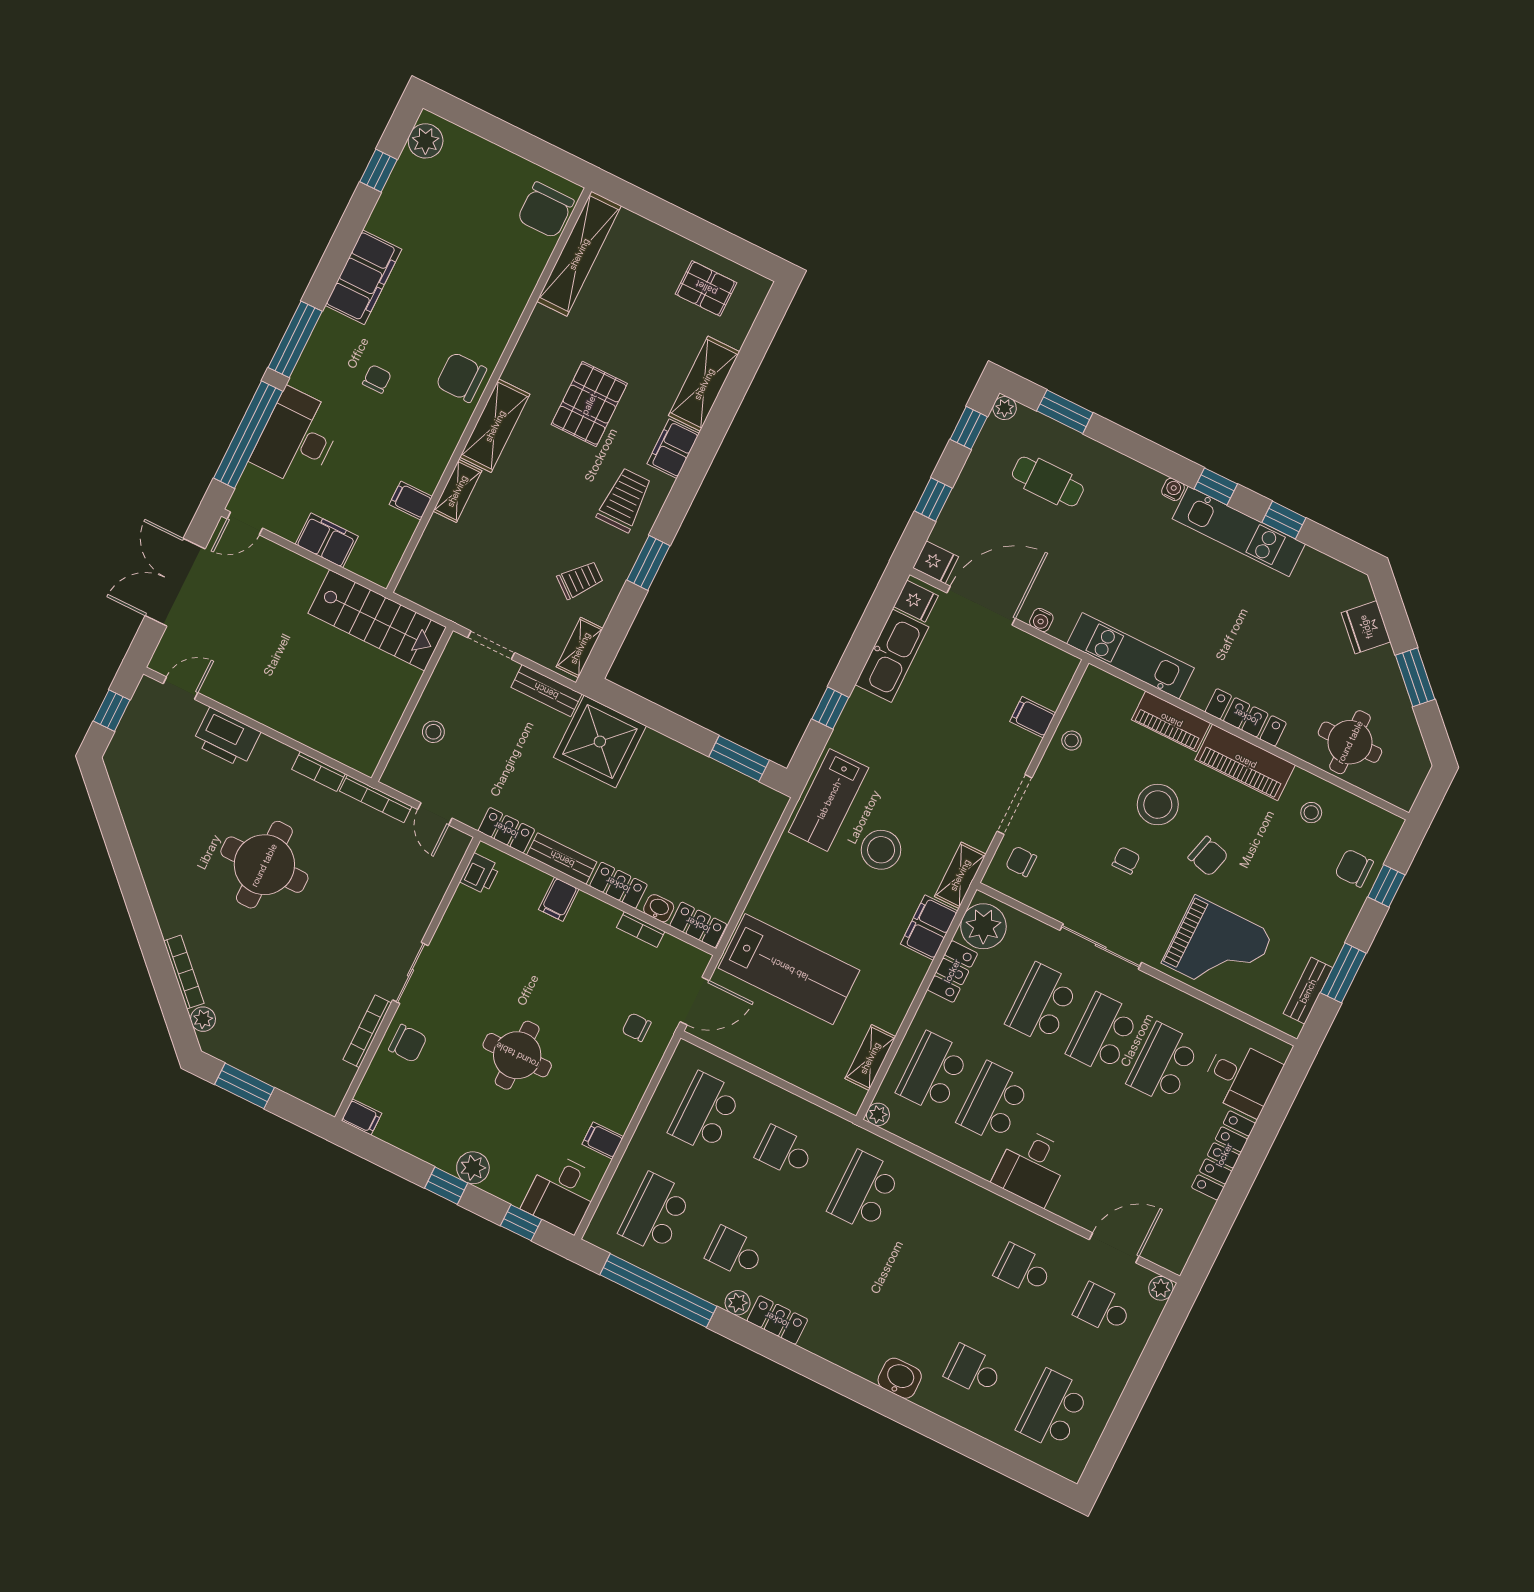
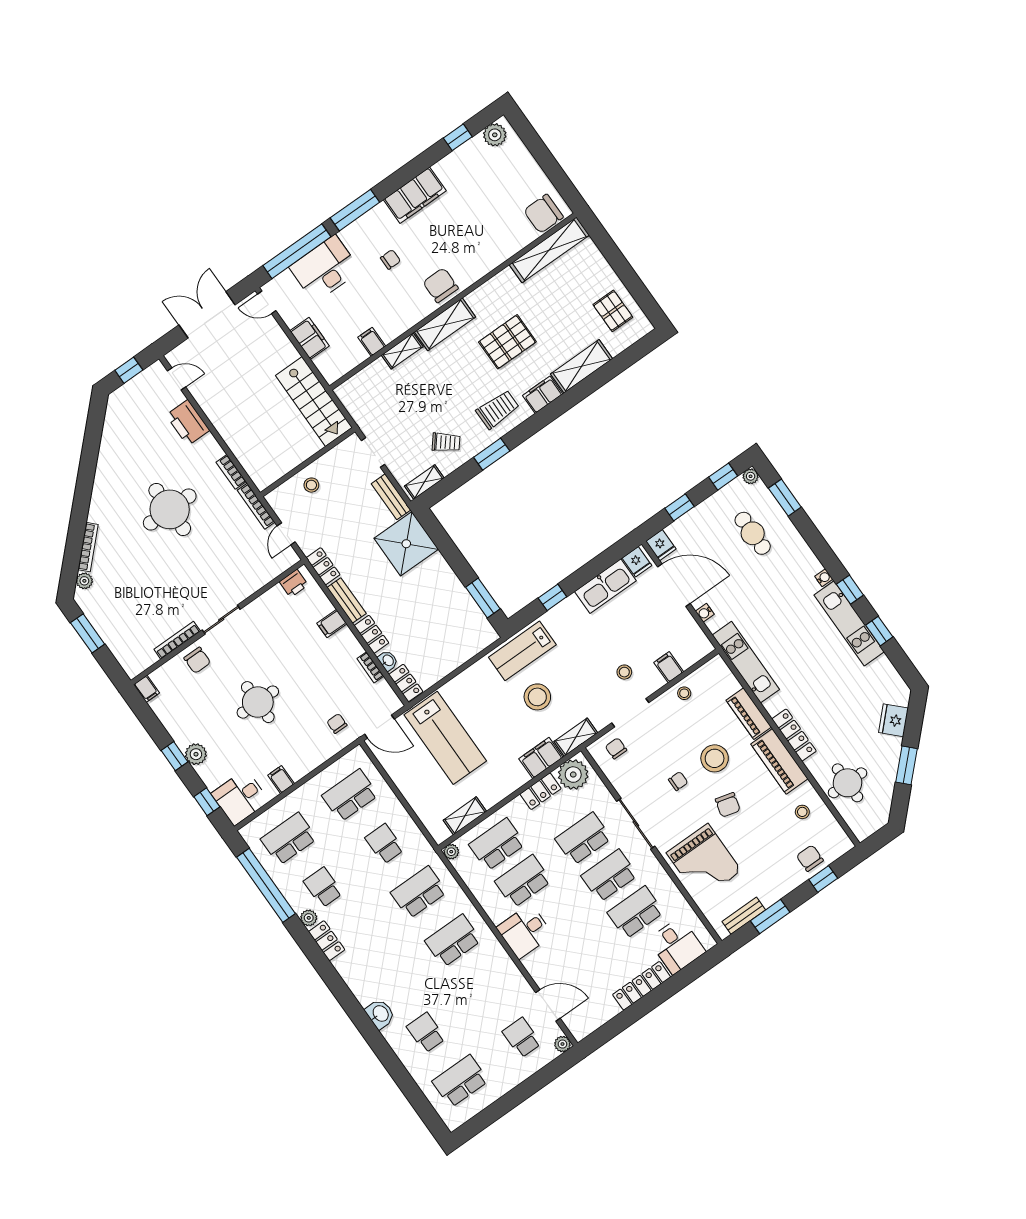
stool: (978, 755) -> (624, 672), added
school desk: (1023, 1270) -> (453, 941), moved, width x1.85

